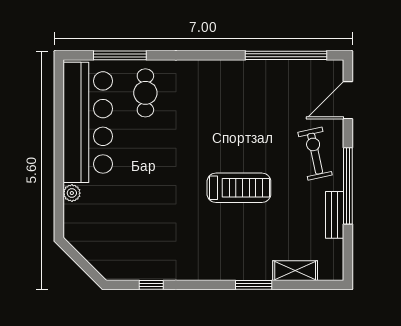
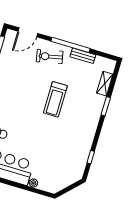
door: (348, 100) -> (28, 32), hinge flipped
treadmill: (239, 188) -> (55, 99), turned 180

